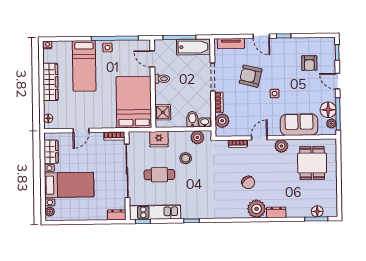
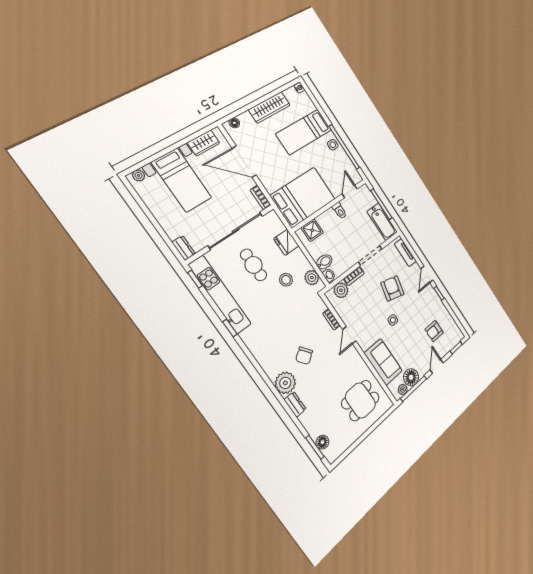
door: (81, 130) -> (244, 162), width x1.88
door: (259, 138) -> (349, 335), swing flipped
plant: (281, 146) -> (356, 361), removed
kitchen unit: (155, 212) -> (220, 295), width x1.36

